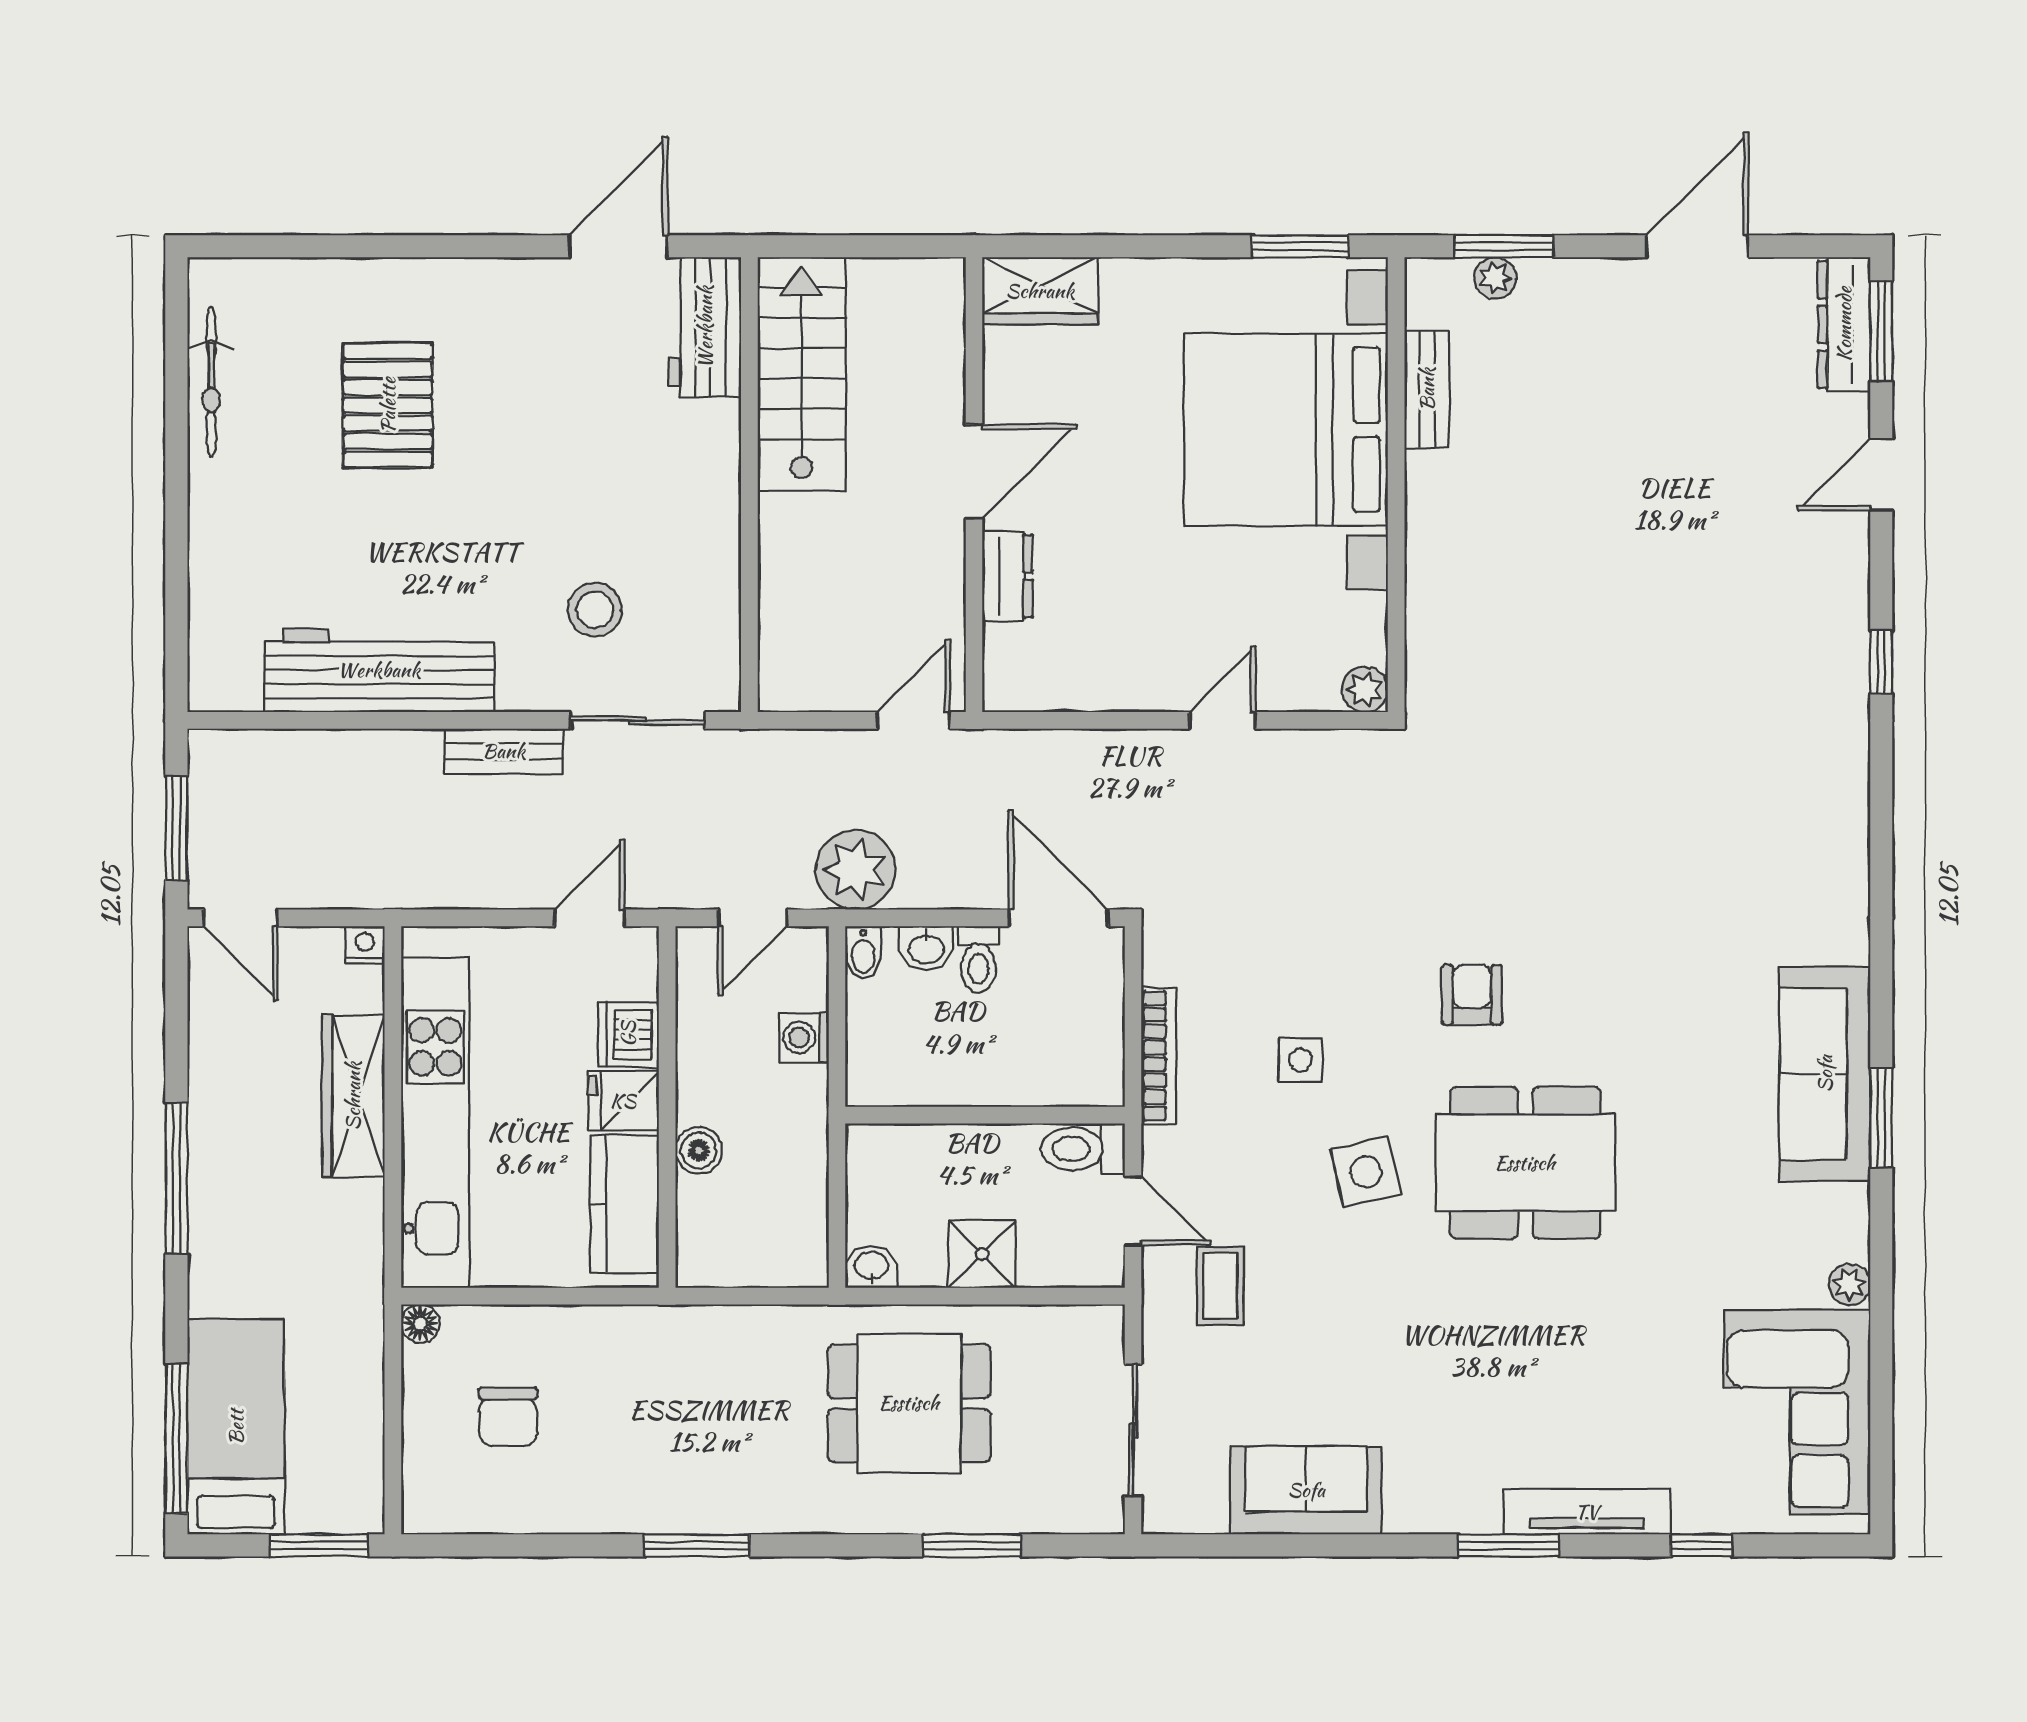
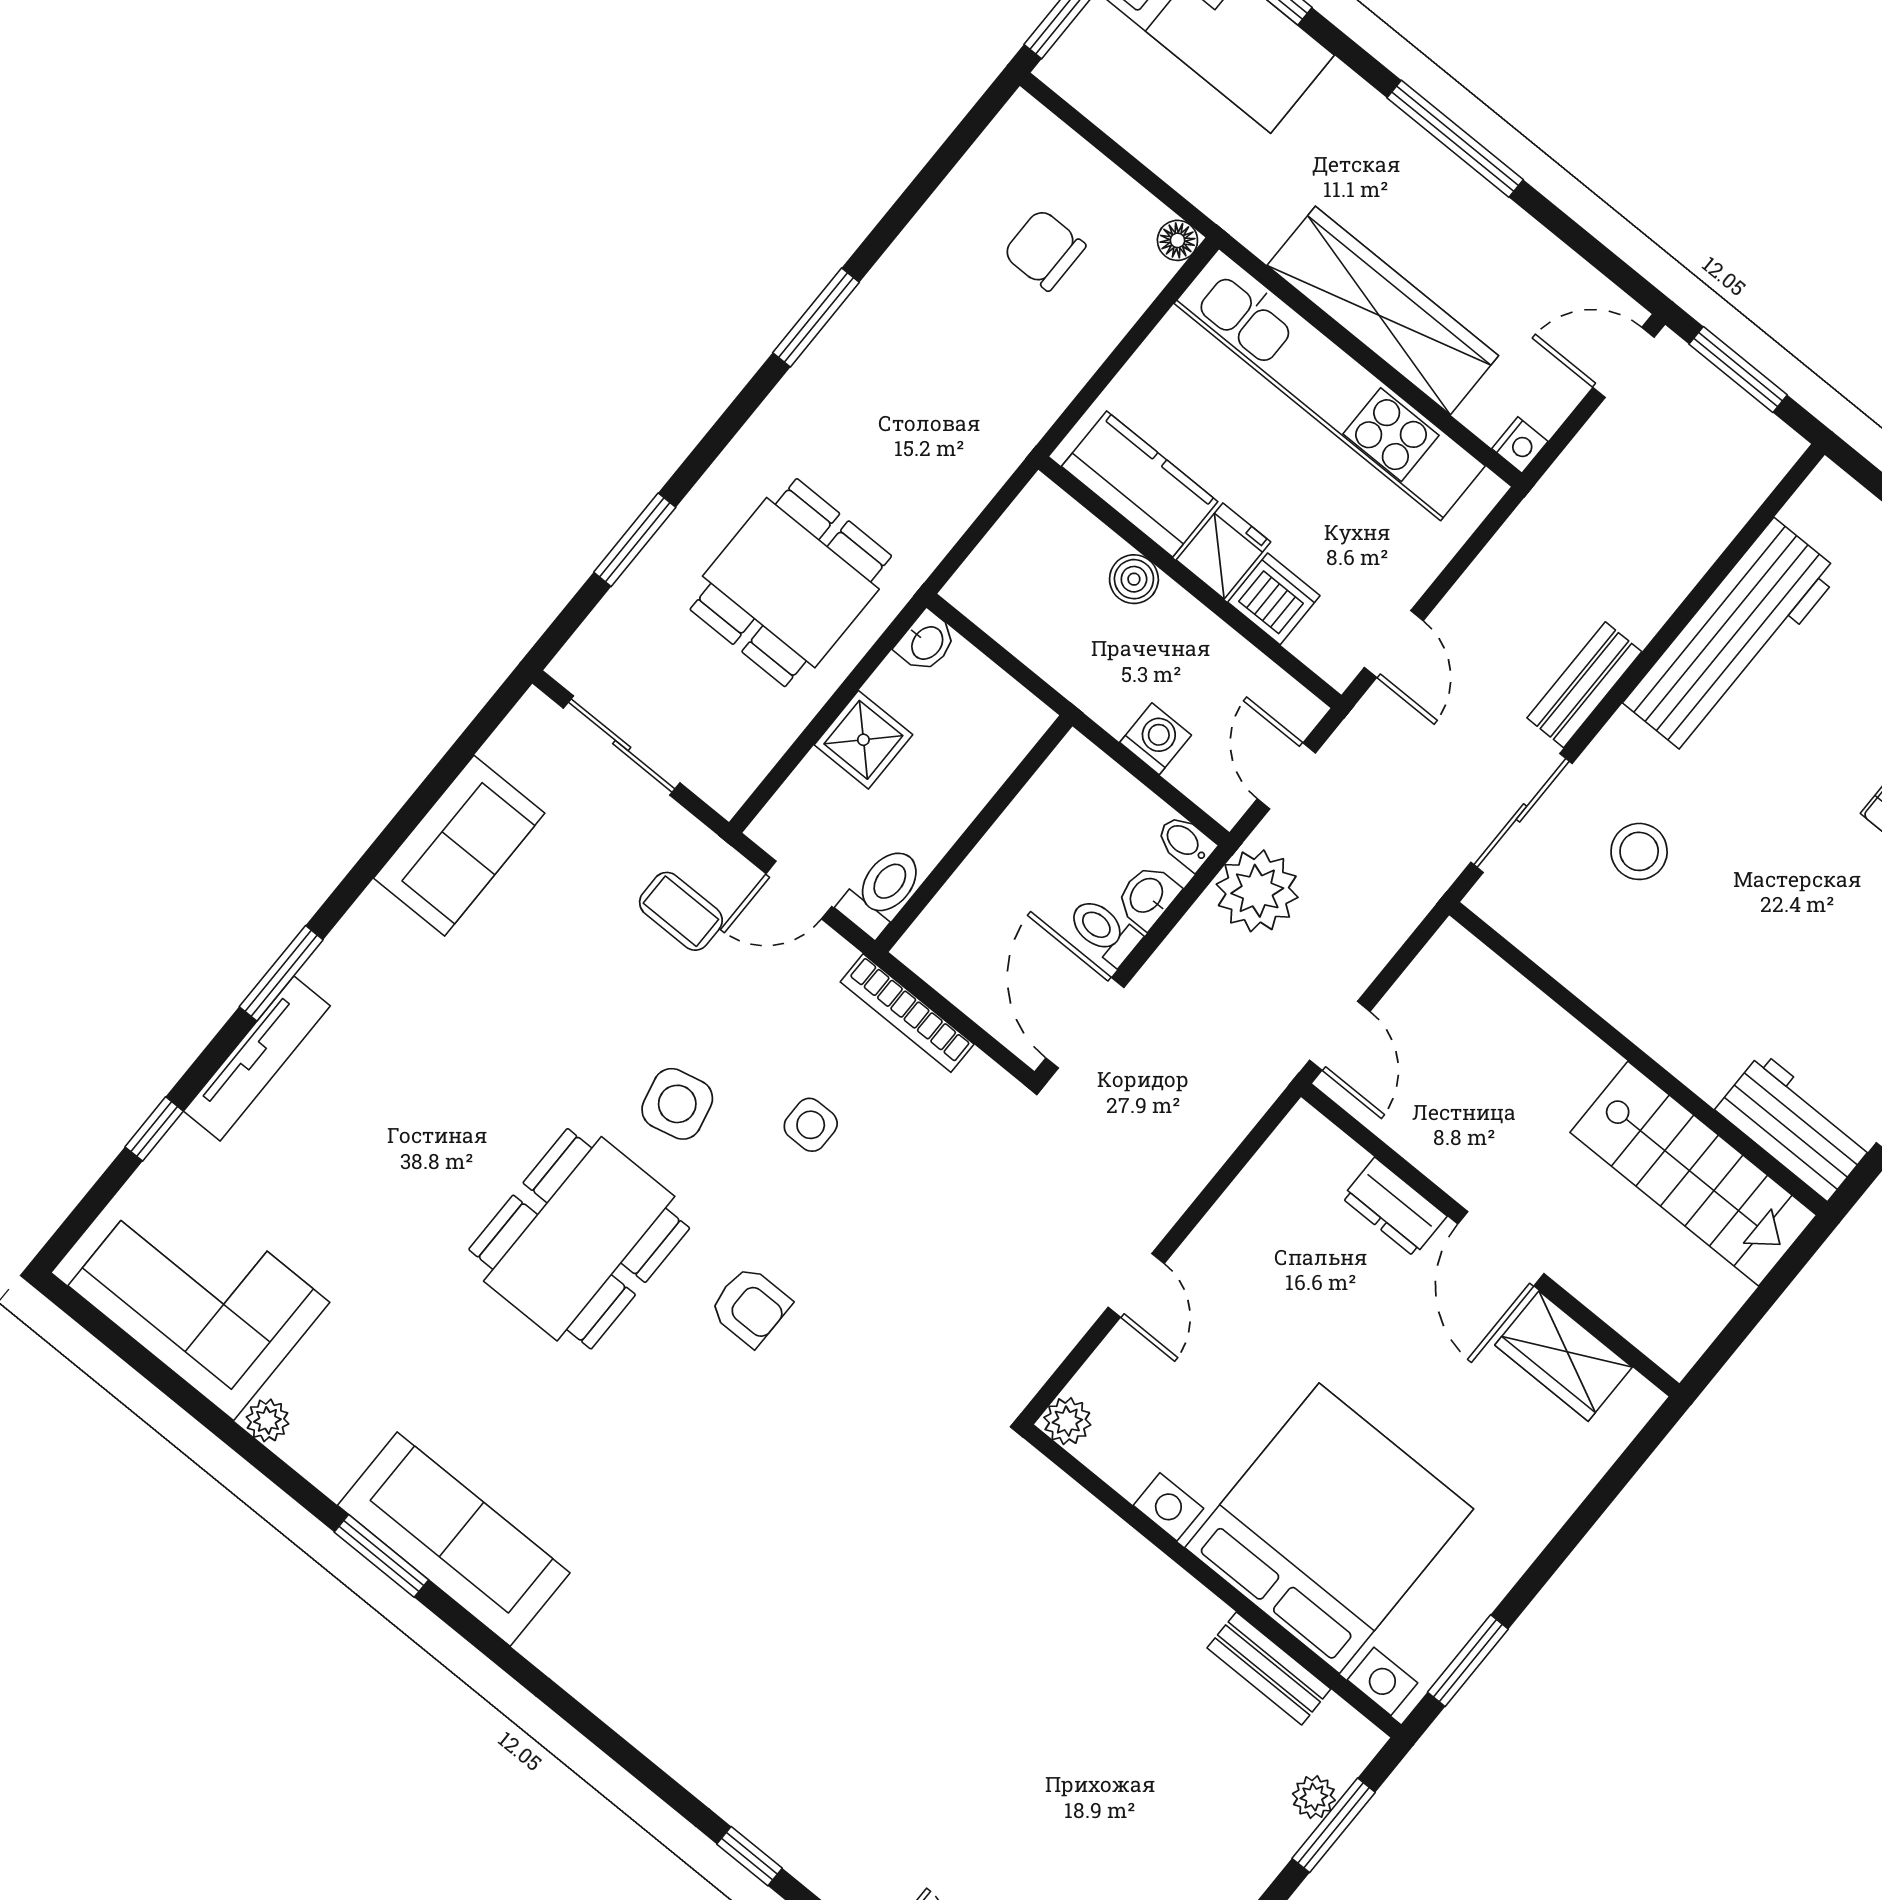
wardrobe: (1040, 291) -> (1564, 1356), moved, turned -90
door: (1058, 918) -> (1085, 1023), swing flipped
wardrobe: (353, 1096) -> (1383, 311), width x1.40, depth x1.17

